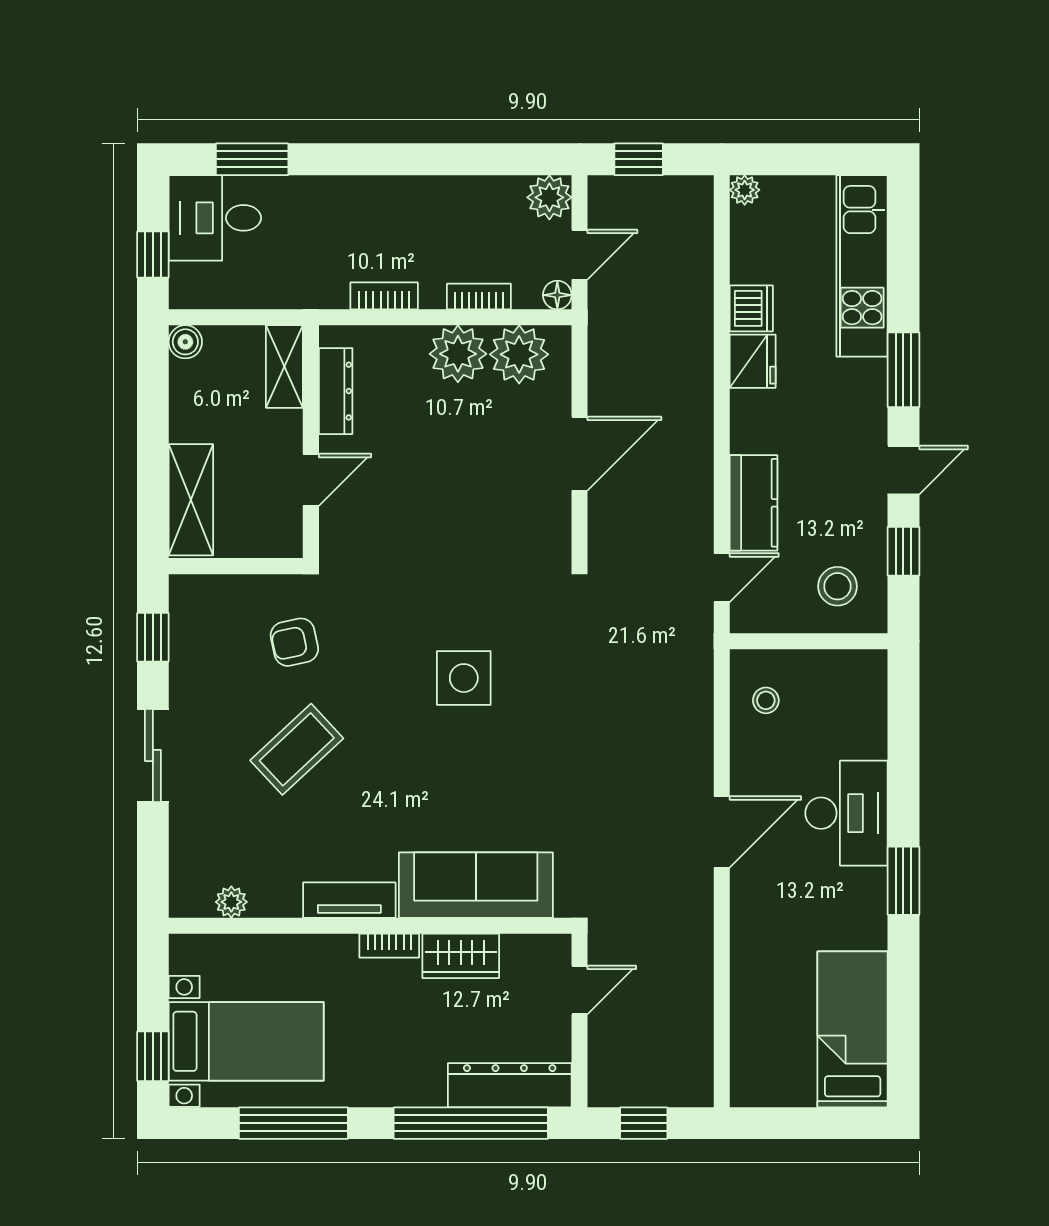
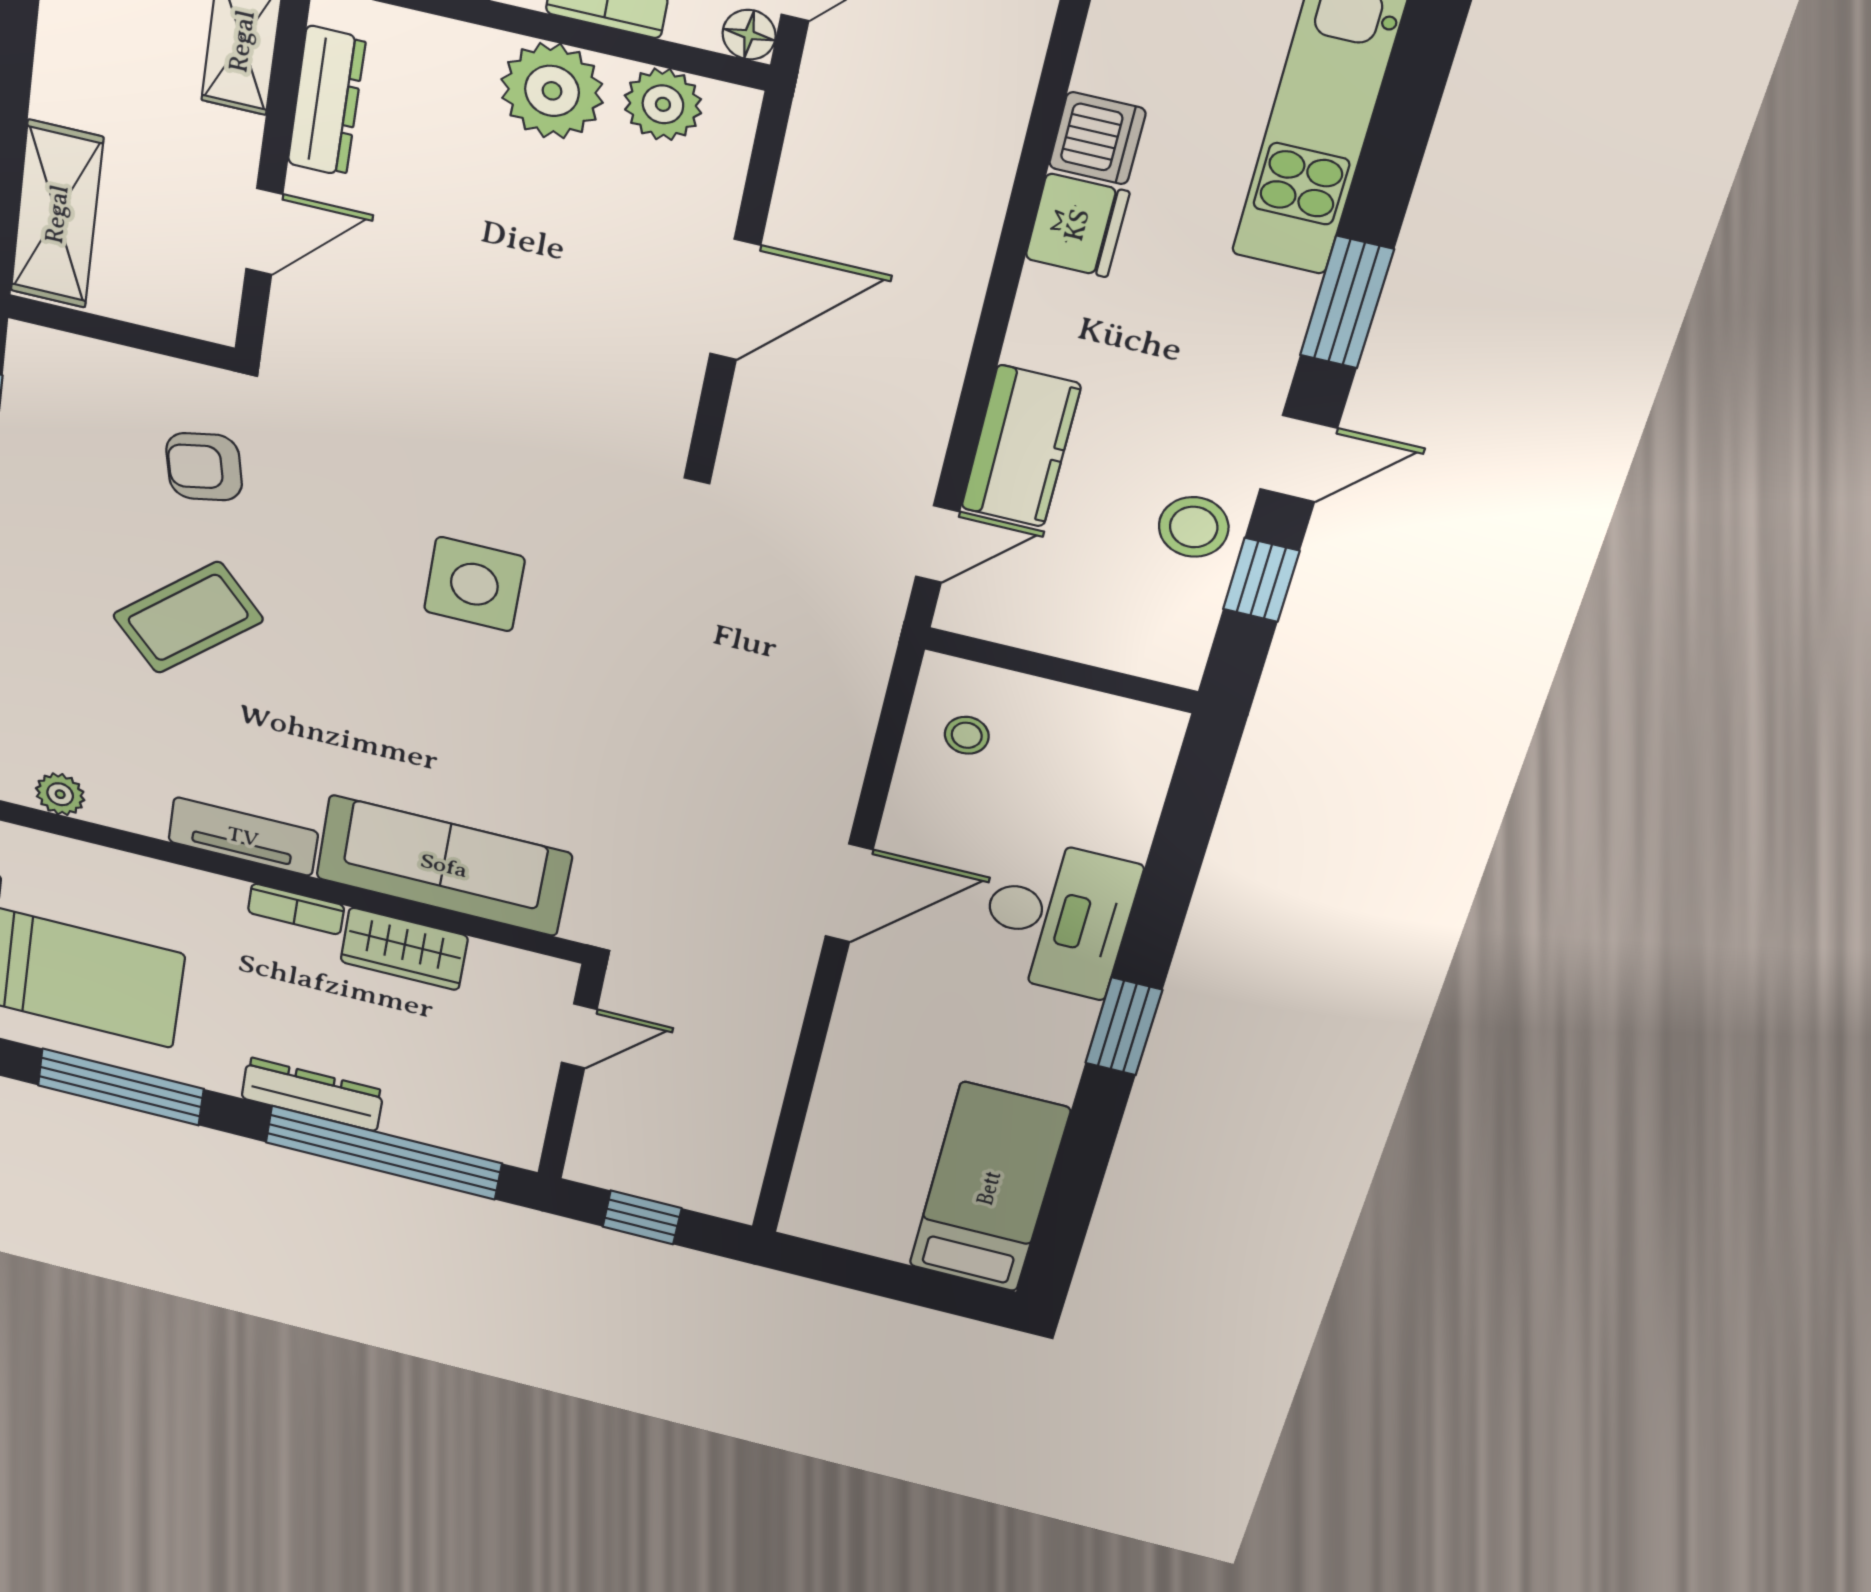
plant: (519, 354) -> (663, 104), width x0.73, depth x0.73
stool: (837, 586) -> (1194, 527), moved
dresser: (510, 1085) -> (312, 1094), moved, width x0.73, depth x0.80

